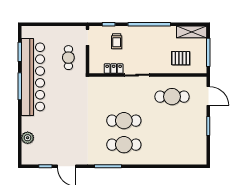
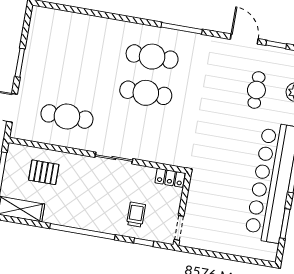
cafe table: (68, 58) -> (256, 90), moved
locker: (114, 69) -> (170, 178), moved

